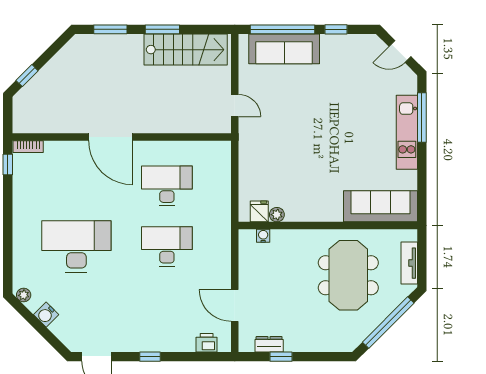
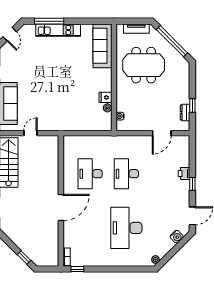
door: (235, 105) -> (30, 133), moved
fridge: (259, 211) -> (105, 97), moved
water cooler: (46, 315) -> (177, 237), moved
printer: (207, 343) -> (184, 173), moved

